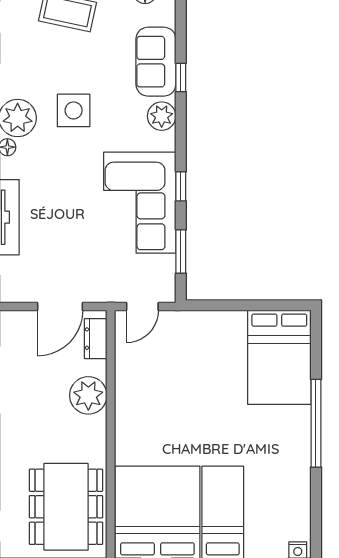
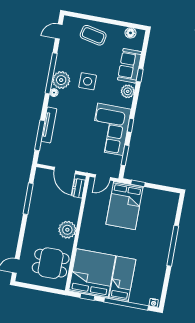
window: (219, 305) -> (138, 183), added
door: (60, 307) -> (65, 170), hinge flipped
bed: (279, 357) -> (124, 206), moved
plant: (88, 395) -> (67, 230), moved
dining table: (66, 507) -> (51, 263), width x0.73

